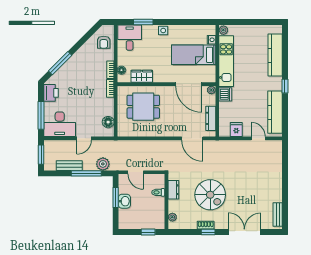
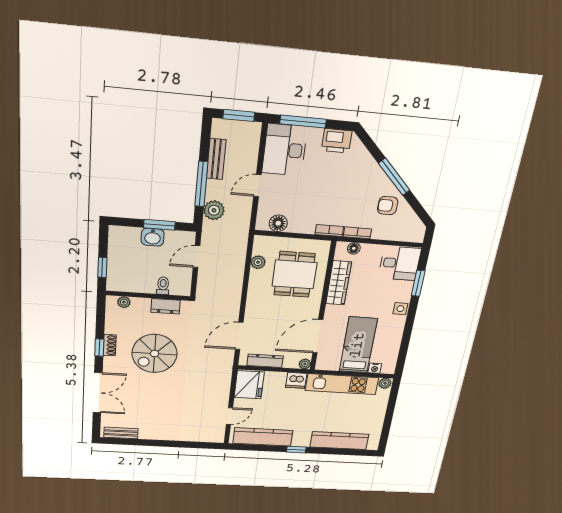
armchair: (104, 42) -> (388, 206), moved
window: (60, 63) -> (394, 177), moved
wardrobe: (142, 76) -> (339, 283), width x1.50
fridge: (236, 130) -> (249, 385), width x1.88, depth x1.34
plant: (136, 132) -> (258, 262), added
door: (84, 138) -> (257, 186), hinge flipped

